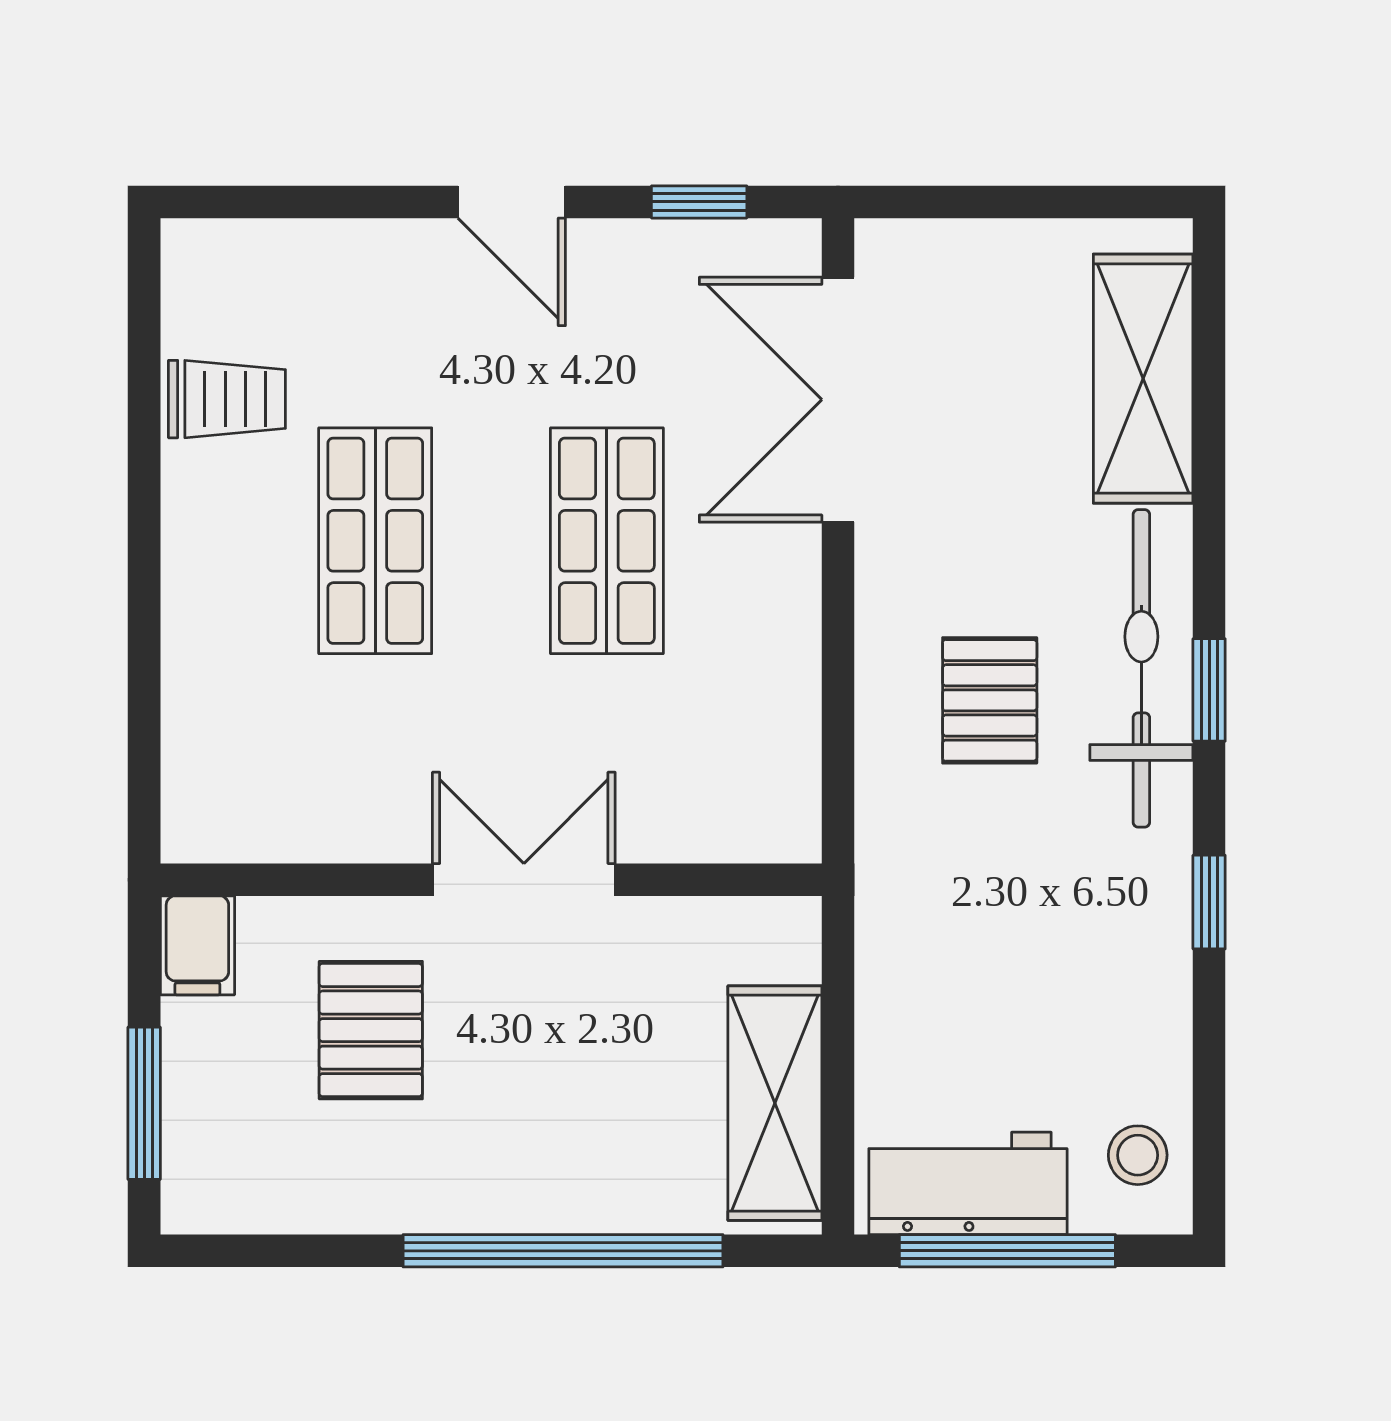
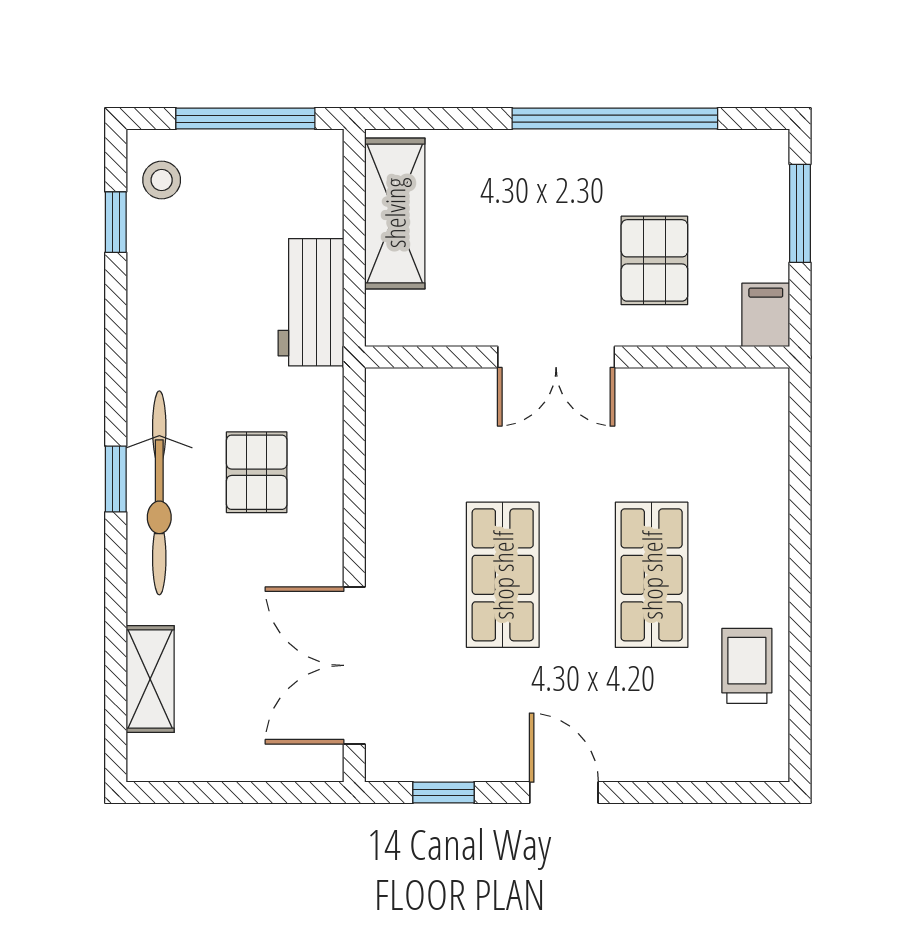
shelving: (1143, 379) -> (150, 679), width x0.67, depth x0.75
trolley: (227, 399) -> (747, 666), turned 90
double door: (838, 400) -> (354, 665), swing flipped
window: (1209, 902) -> (116, 222), moved
workbench: (968, 1183) -> (311, 302), moved, turned 90
window: (563, 1251) -> (615, 119), moved

